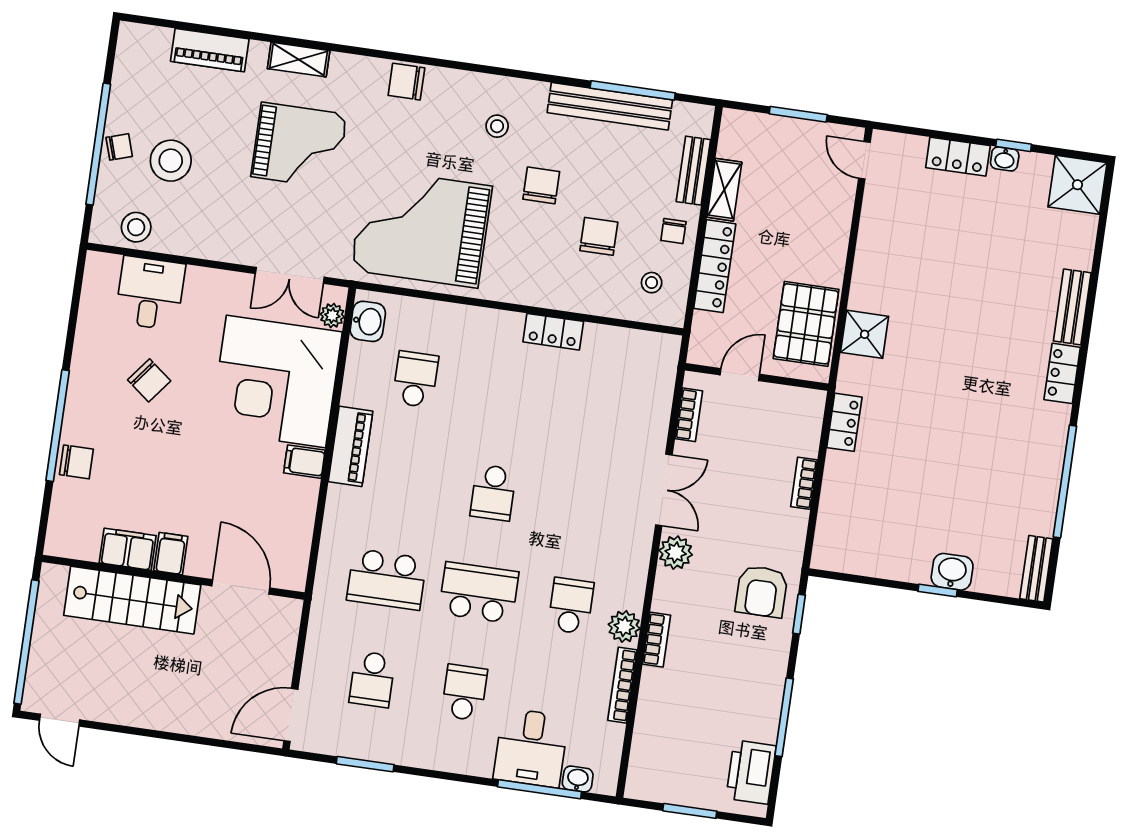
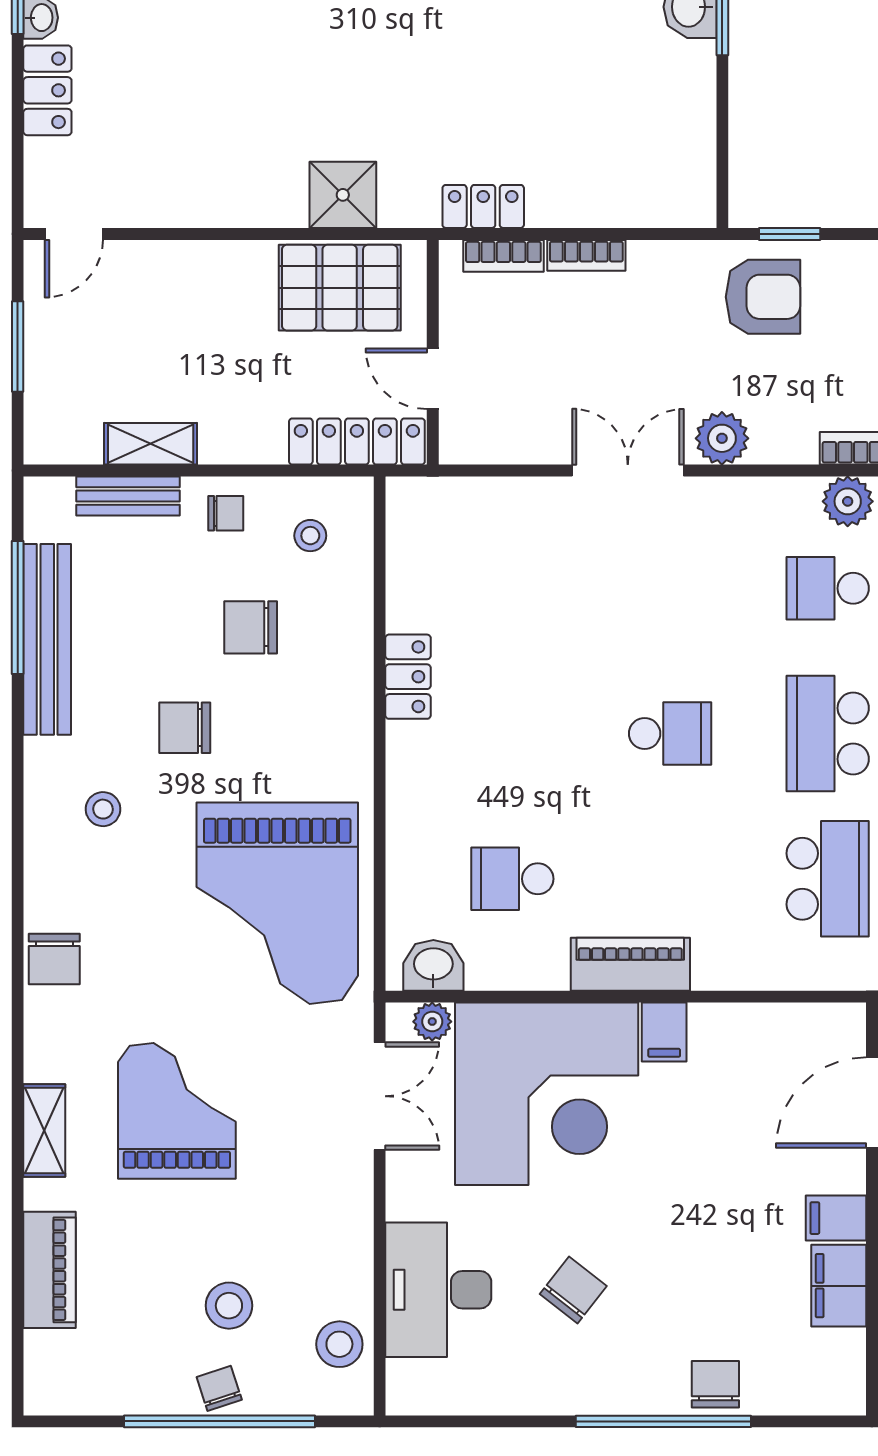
stool: (171, 161) -> (229, 1306), width x0.73, depth x0.73
locker: (715, 266) -> (357, 441), moved
desk: (150, 293) -> (438, 1290), width x1.37
bookcase: (689, 415) -> (503, 256), moved, turned 180

